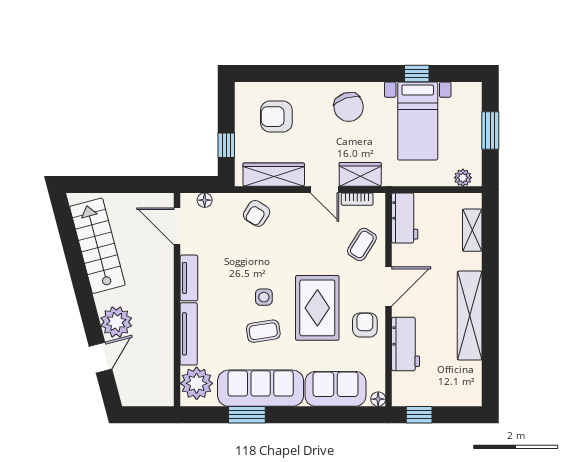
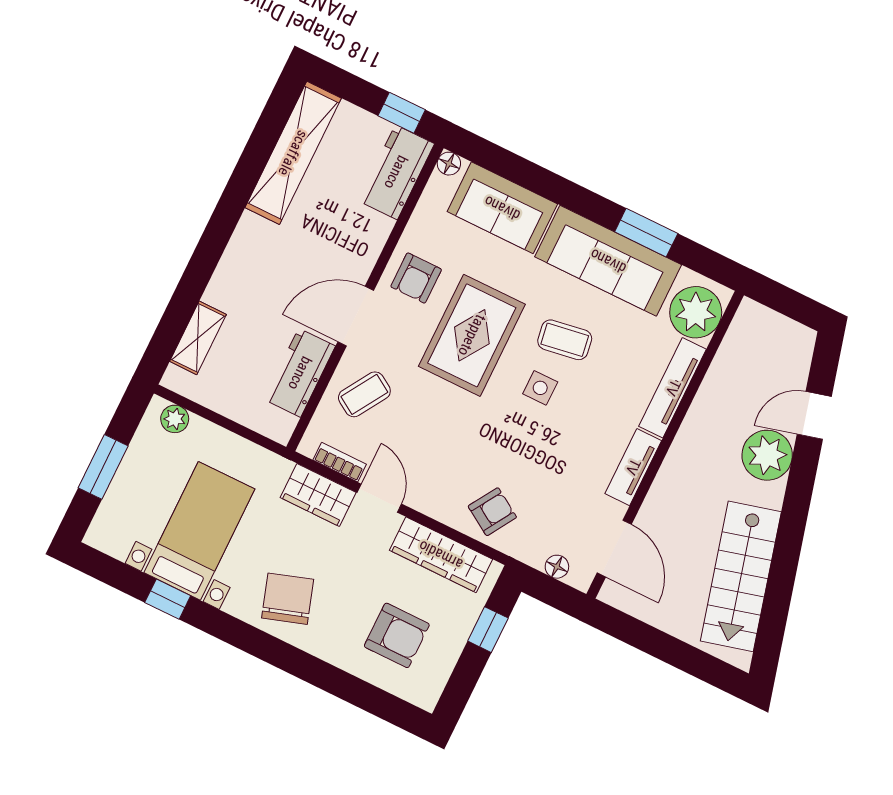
workbench: (405, 218) -> (300, 373), moved
shelving: (470, 316) -> (293, 153), moved
workbench: (406, 344) -> (396, 172), moved

